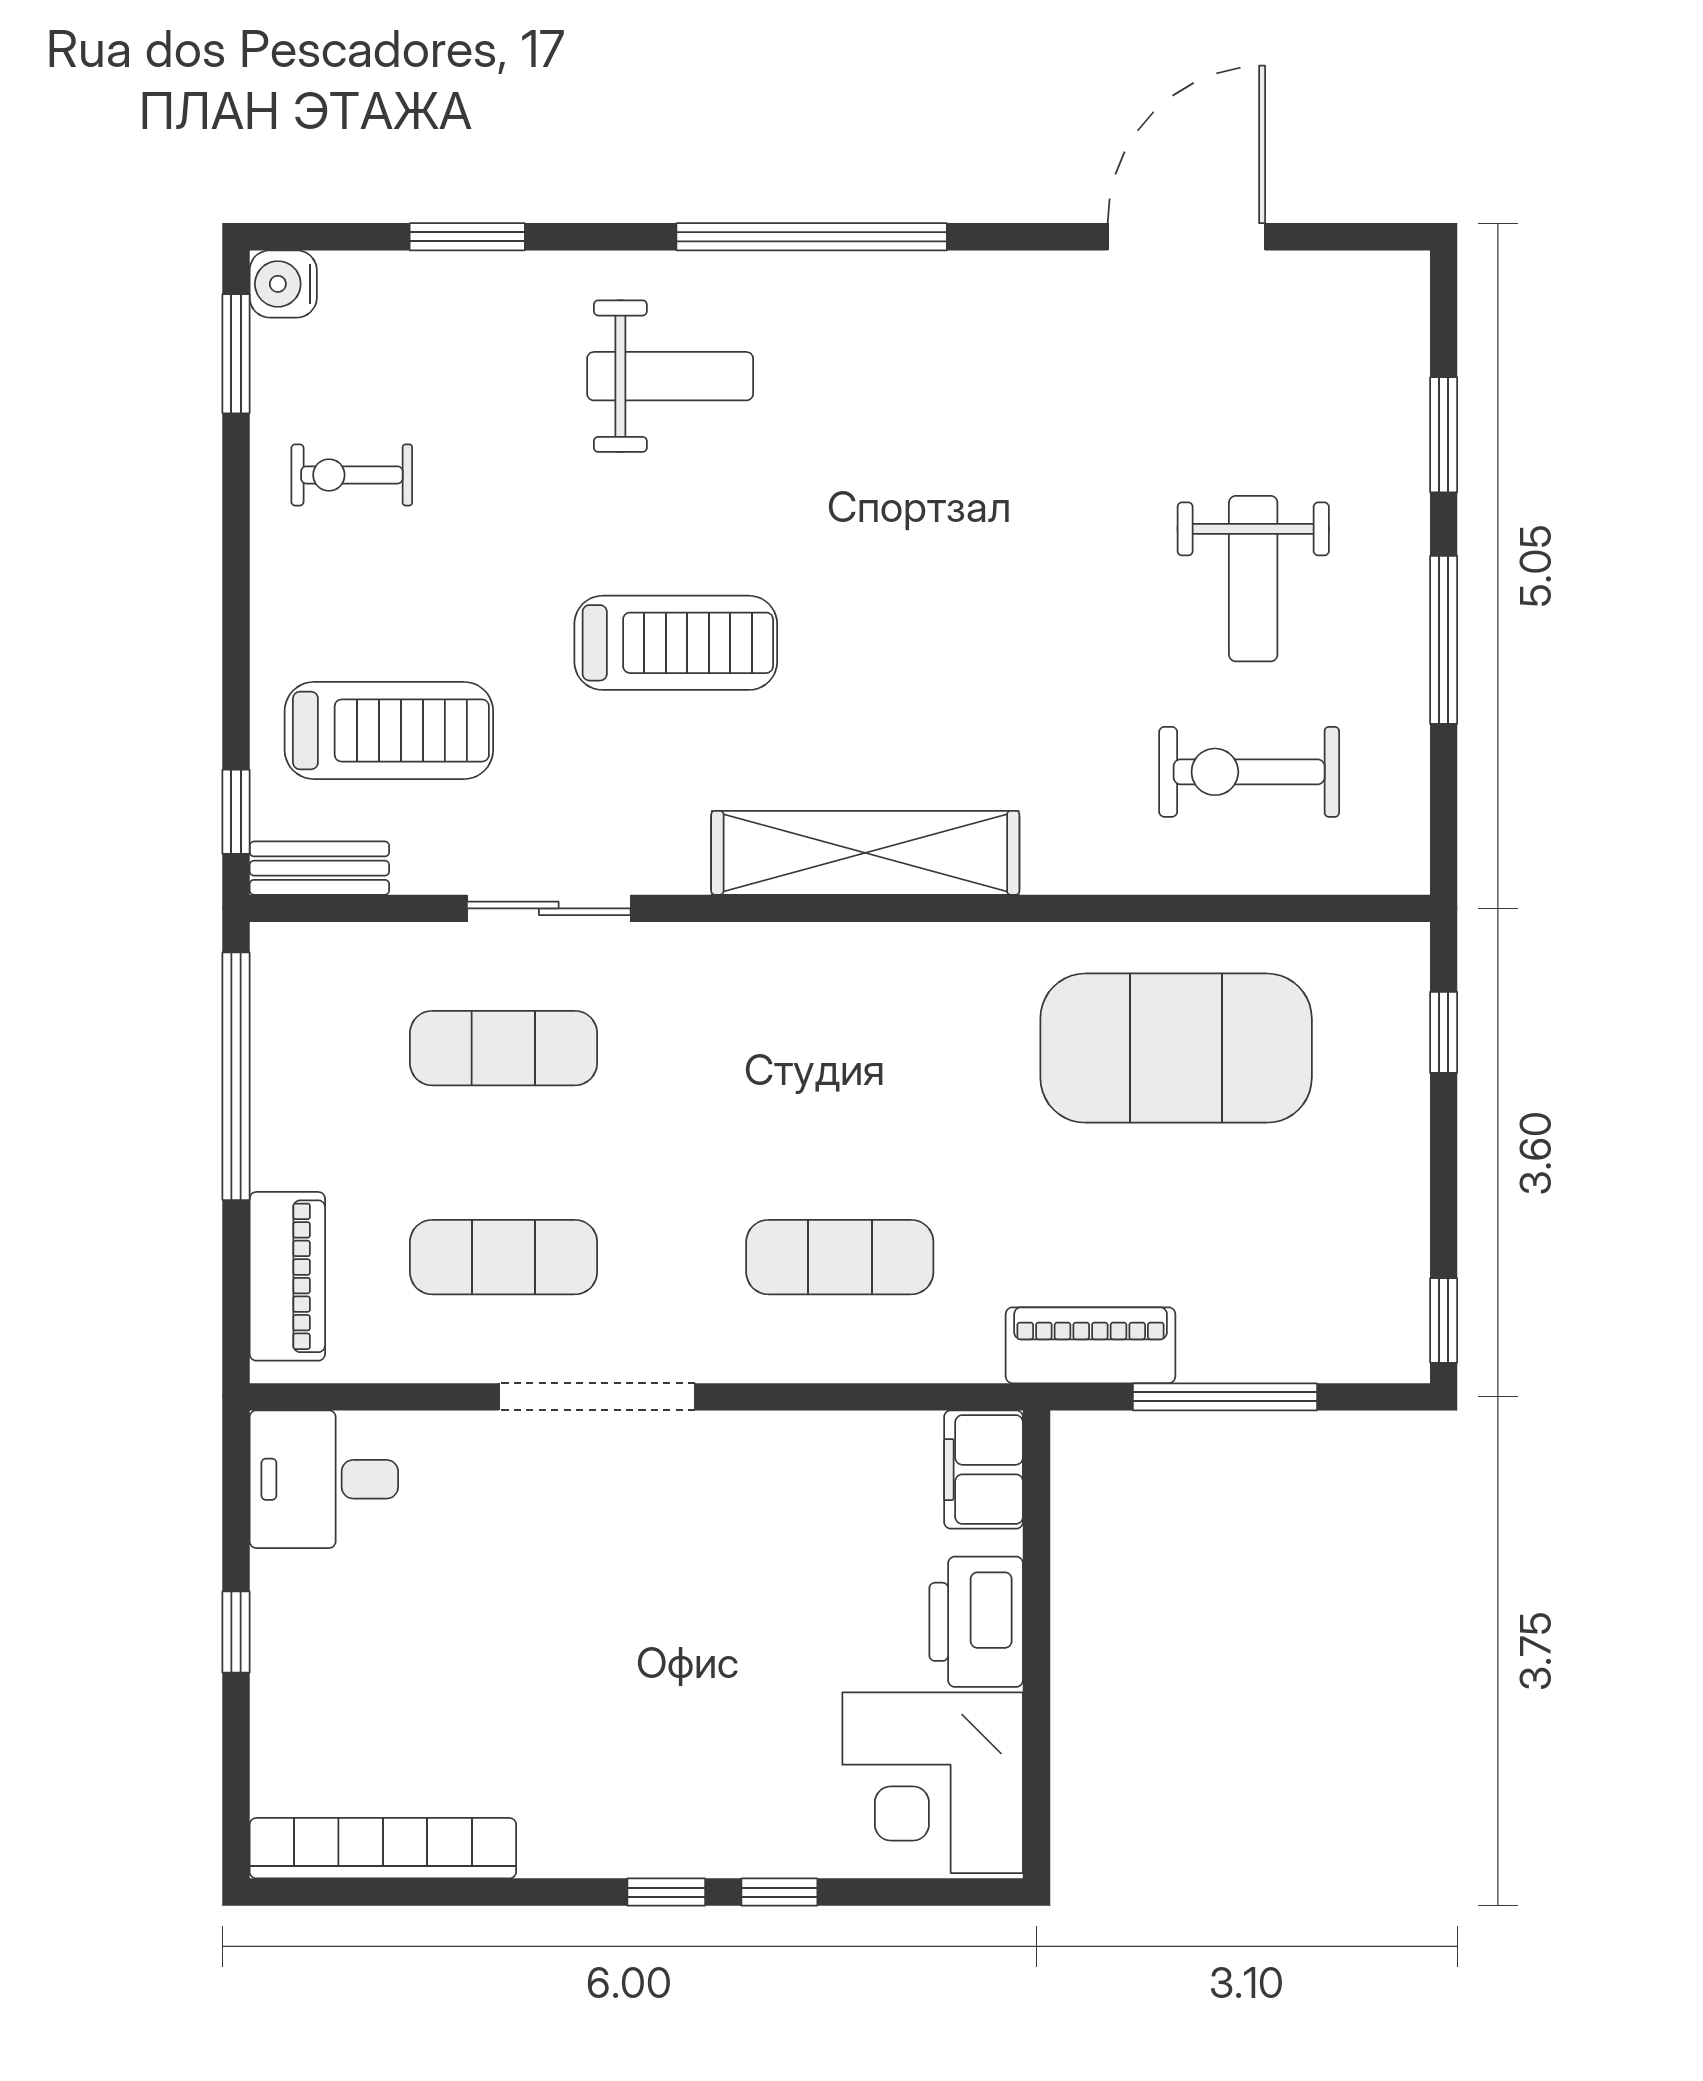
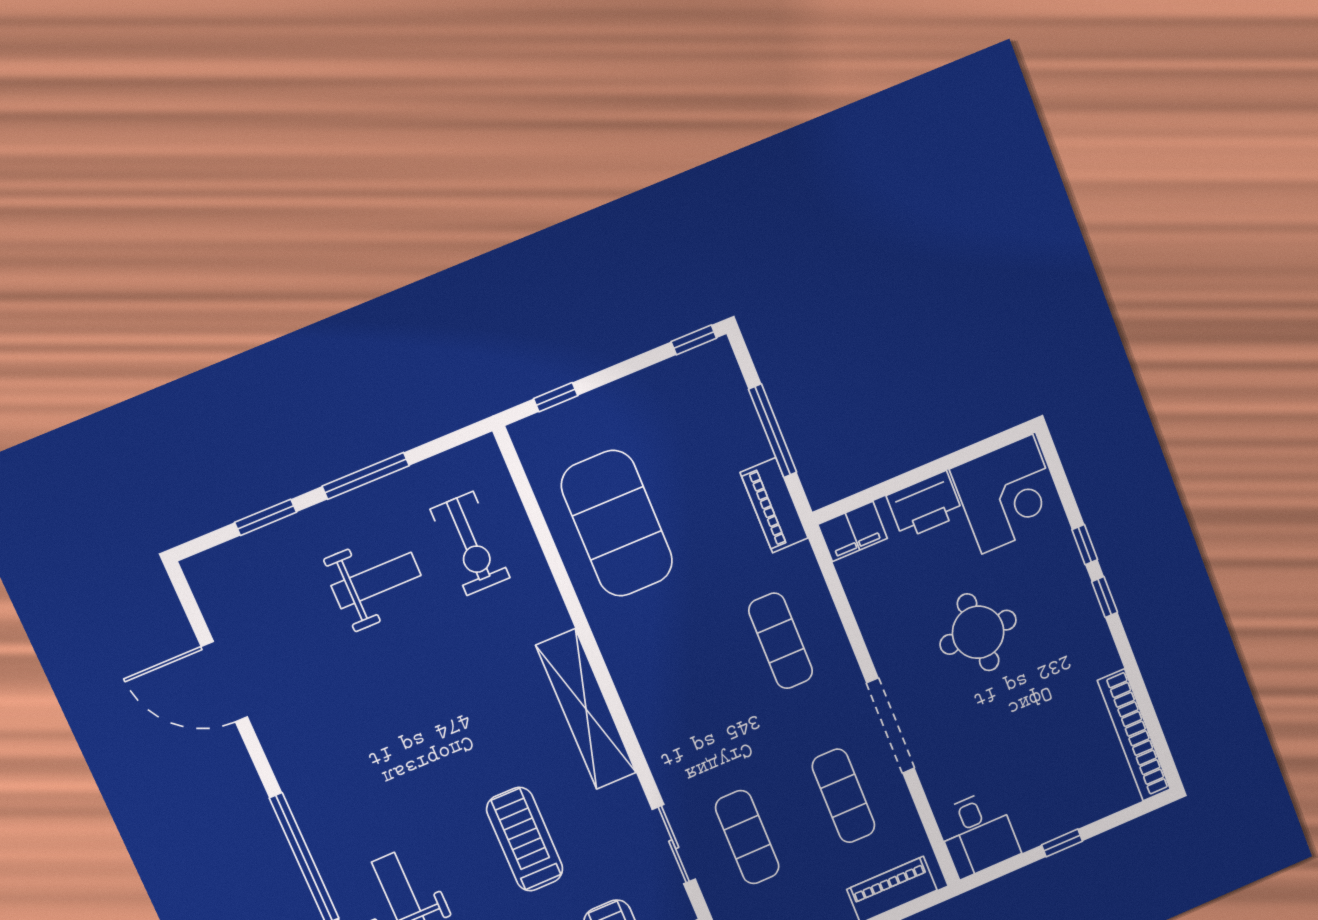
round table: (701, 1629) -> (978, 632), added

